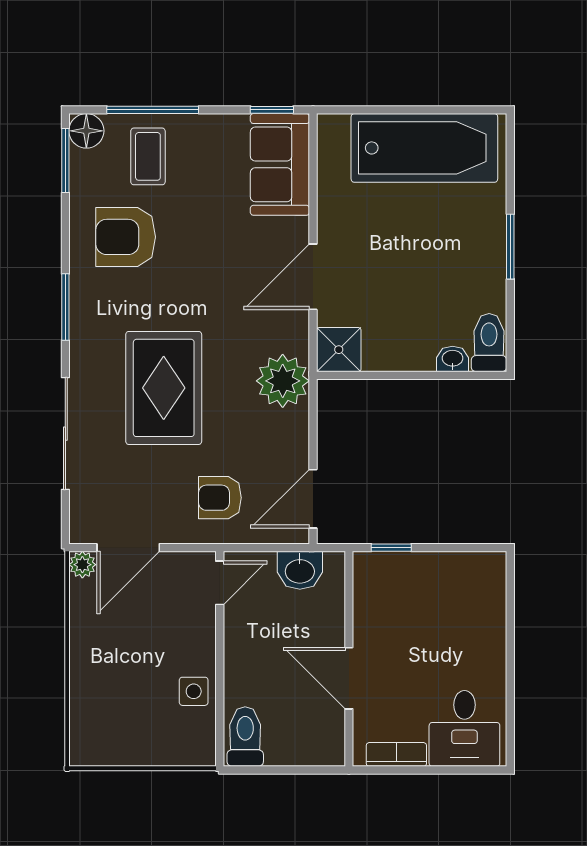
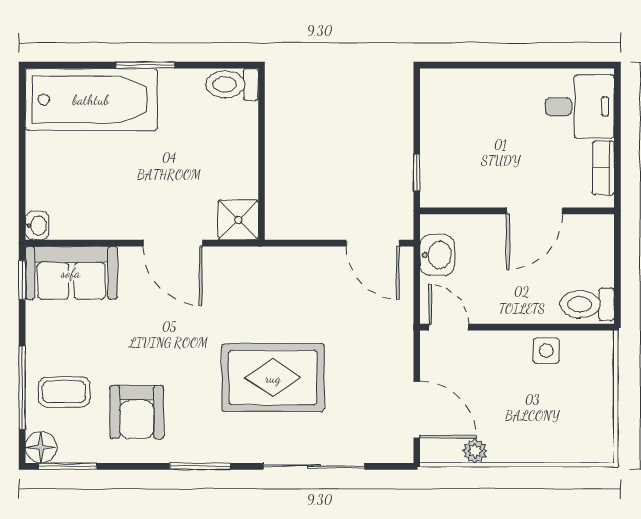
bathtub: (424, 148) -> (91, 100), moved, turned 90
washbasin: (453, 359) -> (37, 226), moved, turned 180
plant: (283, 381) -> (266, 270), removed
armchair: (220, 498) -> (372, 327), removed
plant: (82, 565) -> (475, 451), moved

